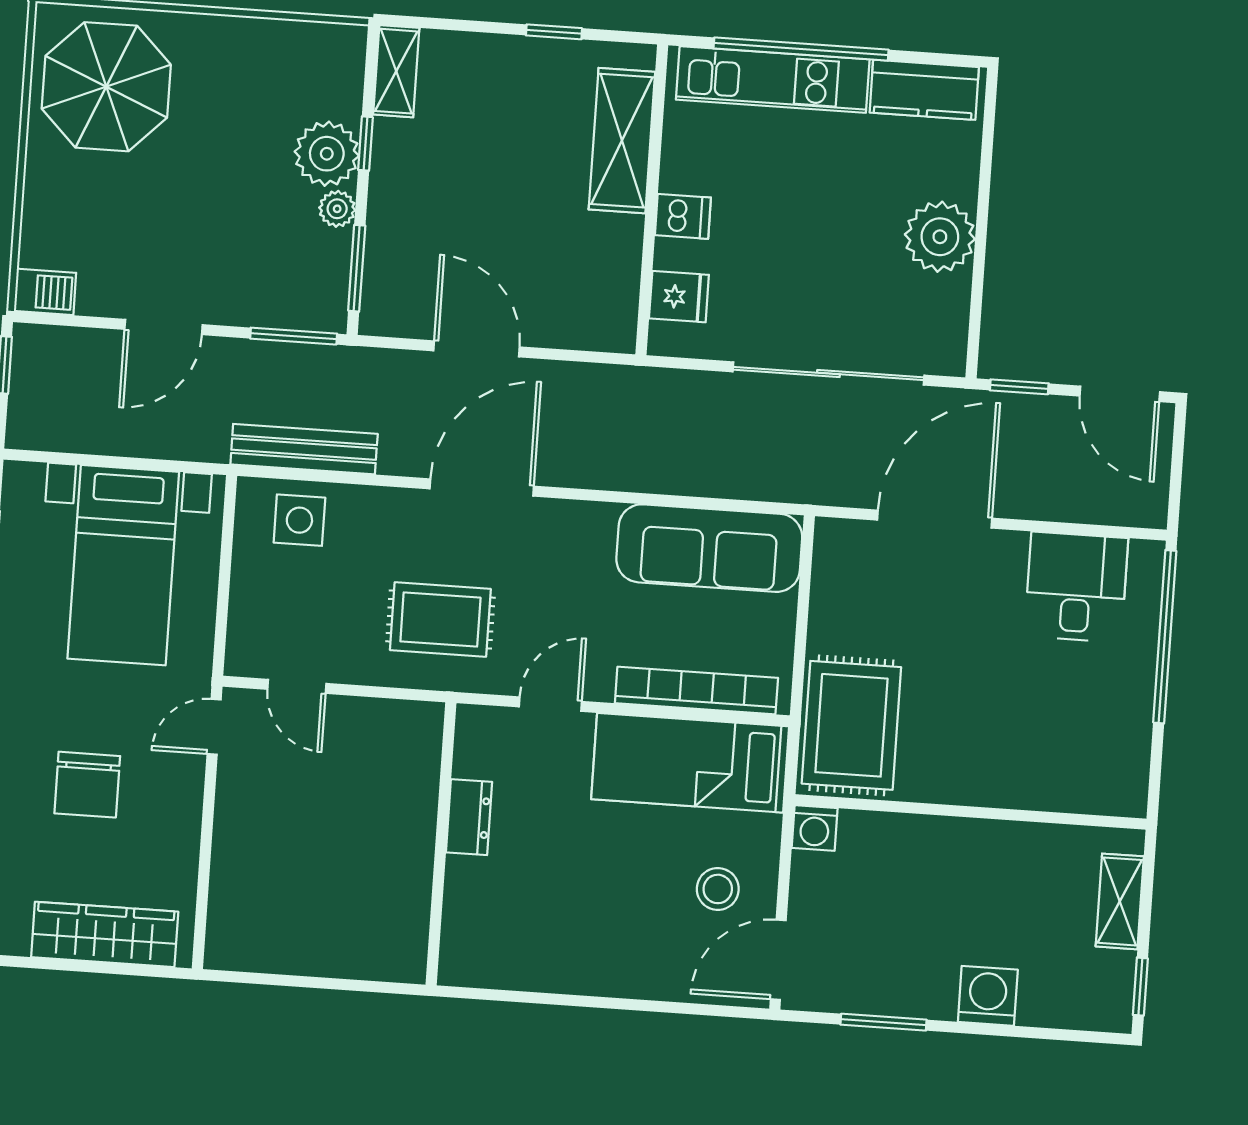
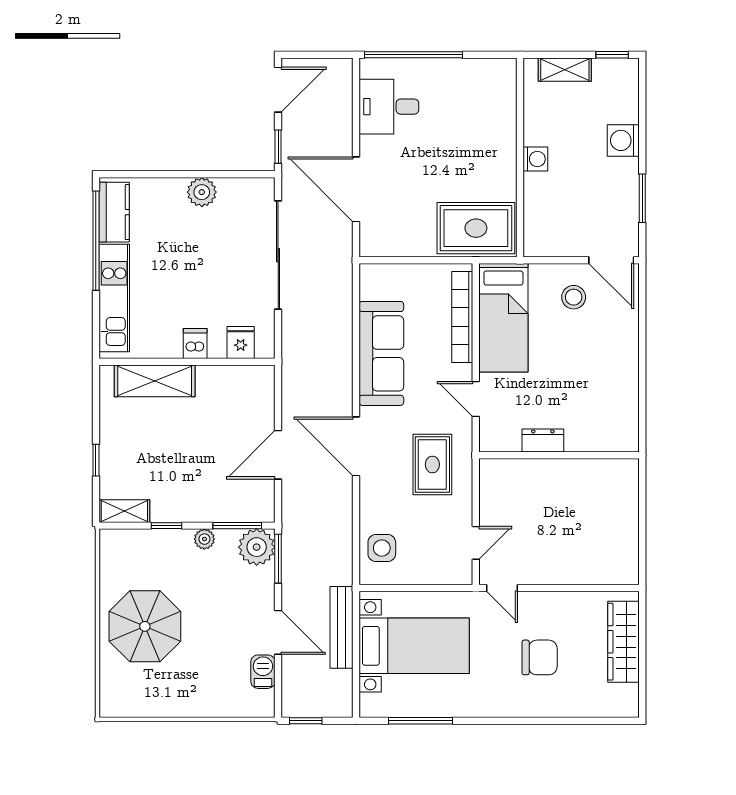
window: (554, 32) -> (96, 460), moved
window: (801, 49) -> (96, 241), moved
parasol: (106, 87) -> (145, 626), moved
plant: (327, 154) -> (257, 547), moved
plant: (940, 237) -> (202, 192), width x0.73, depth x0.73
barbecue: (45, 292) -> (263, 672), moved
bench: (304, 449) -> (342, 627), moved
sofa: (709, 548) -> (381, 353), moved
washing machine: (815, 828) -> (535, 159), moved

